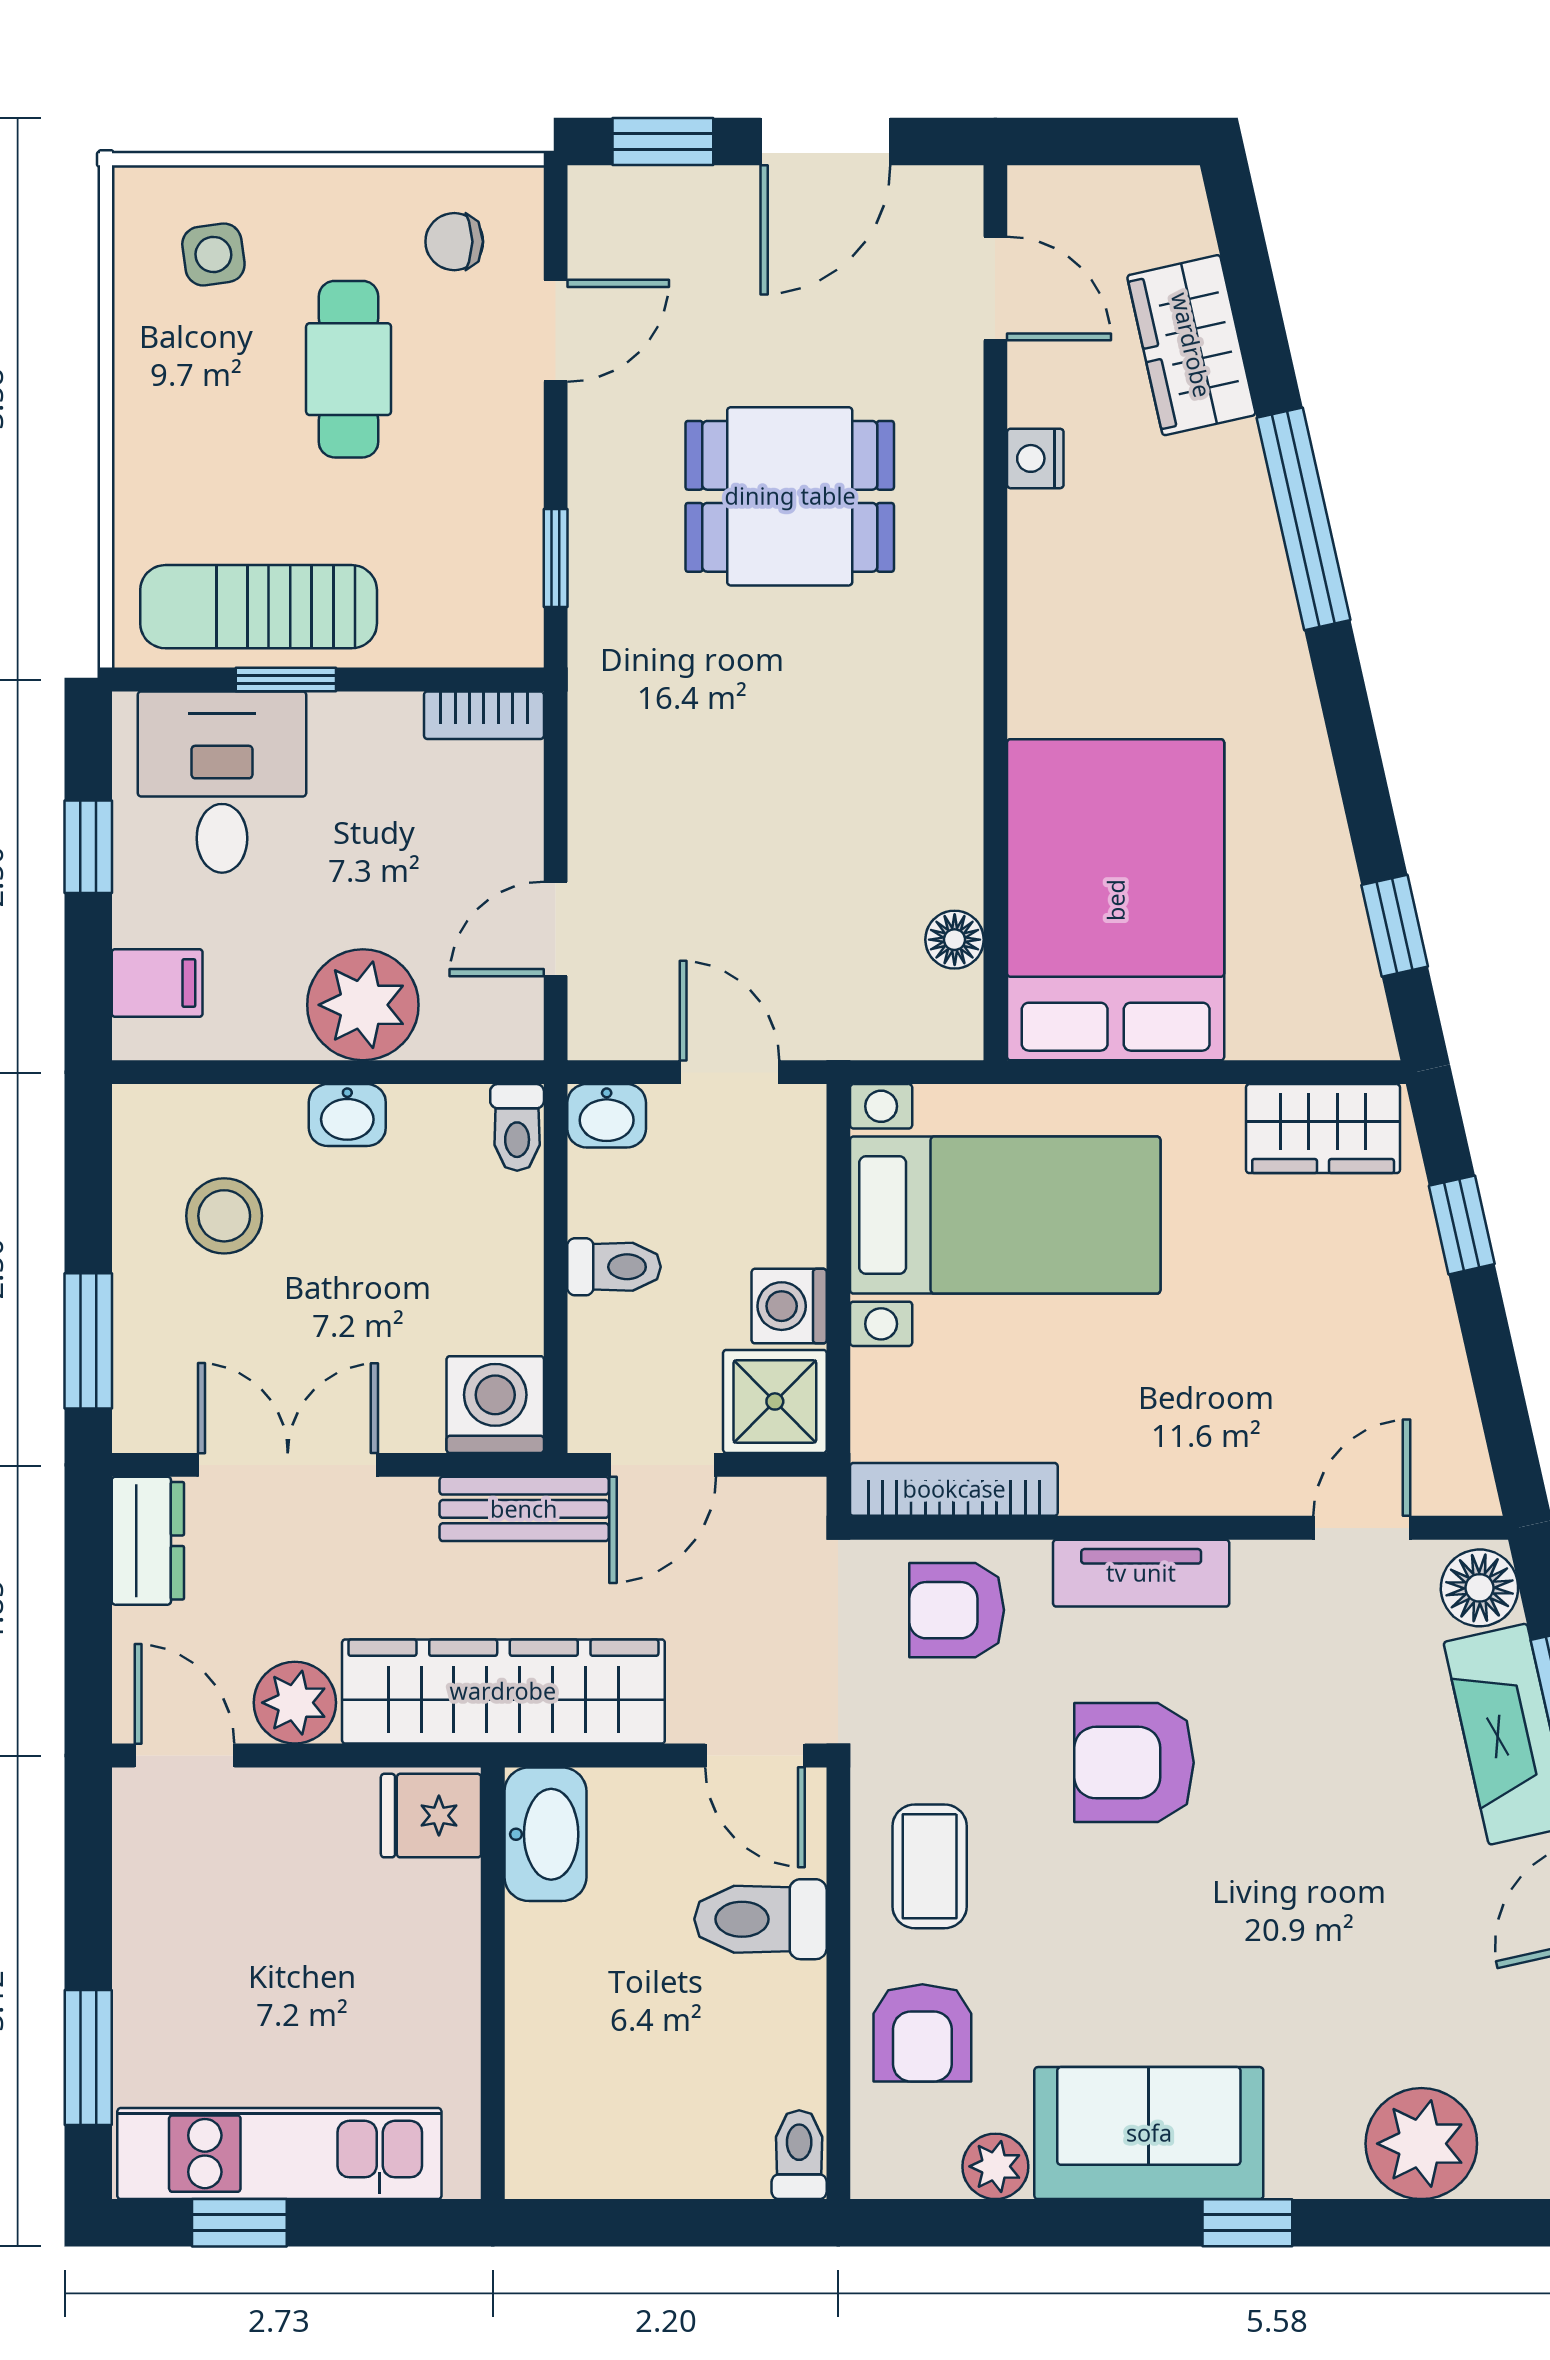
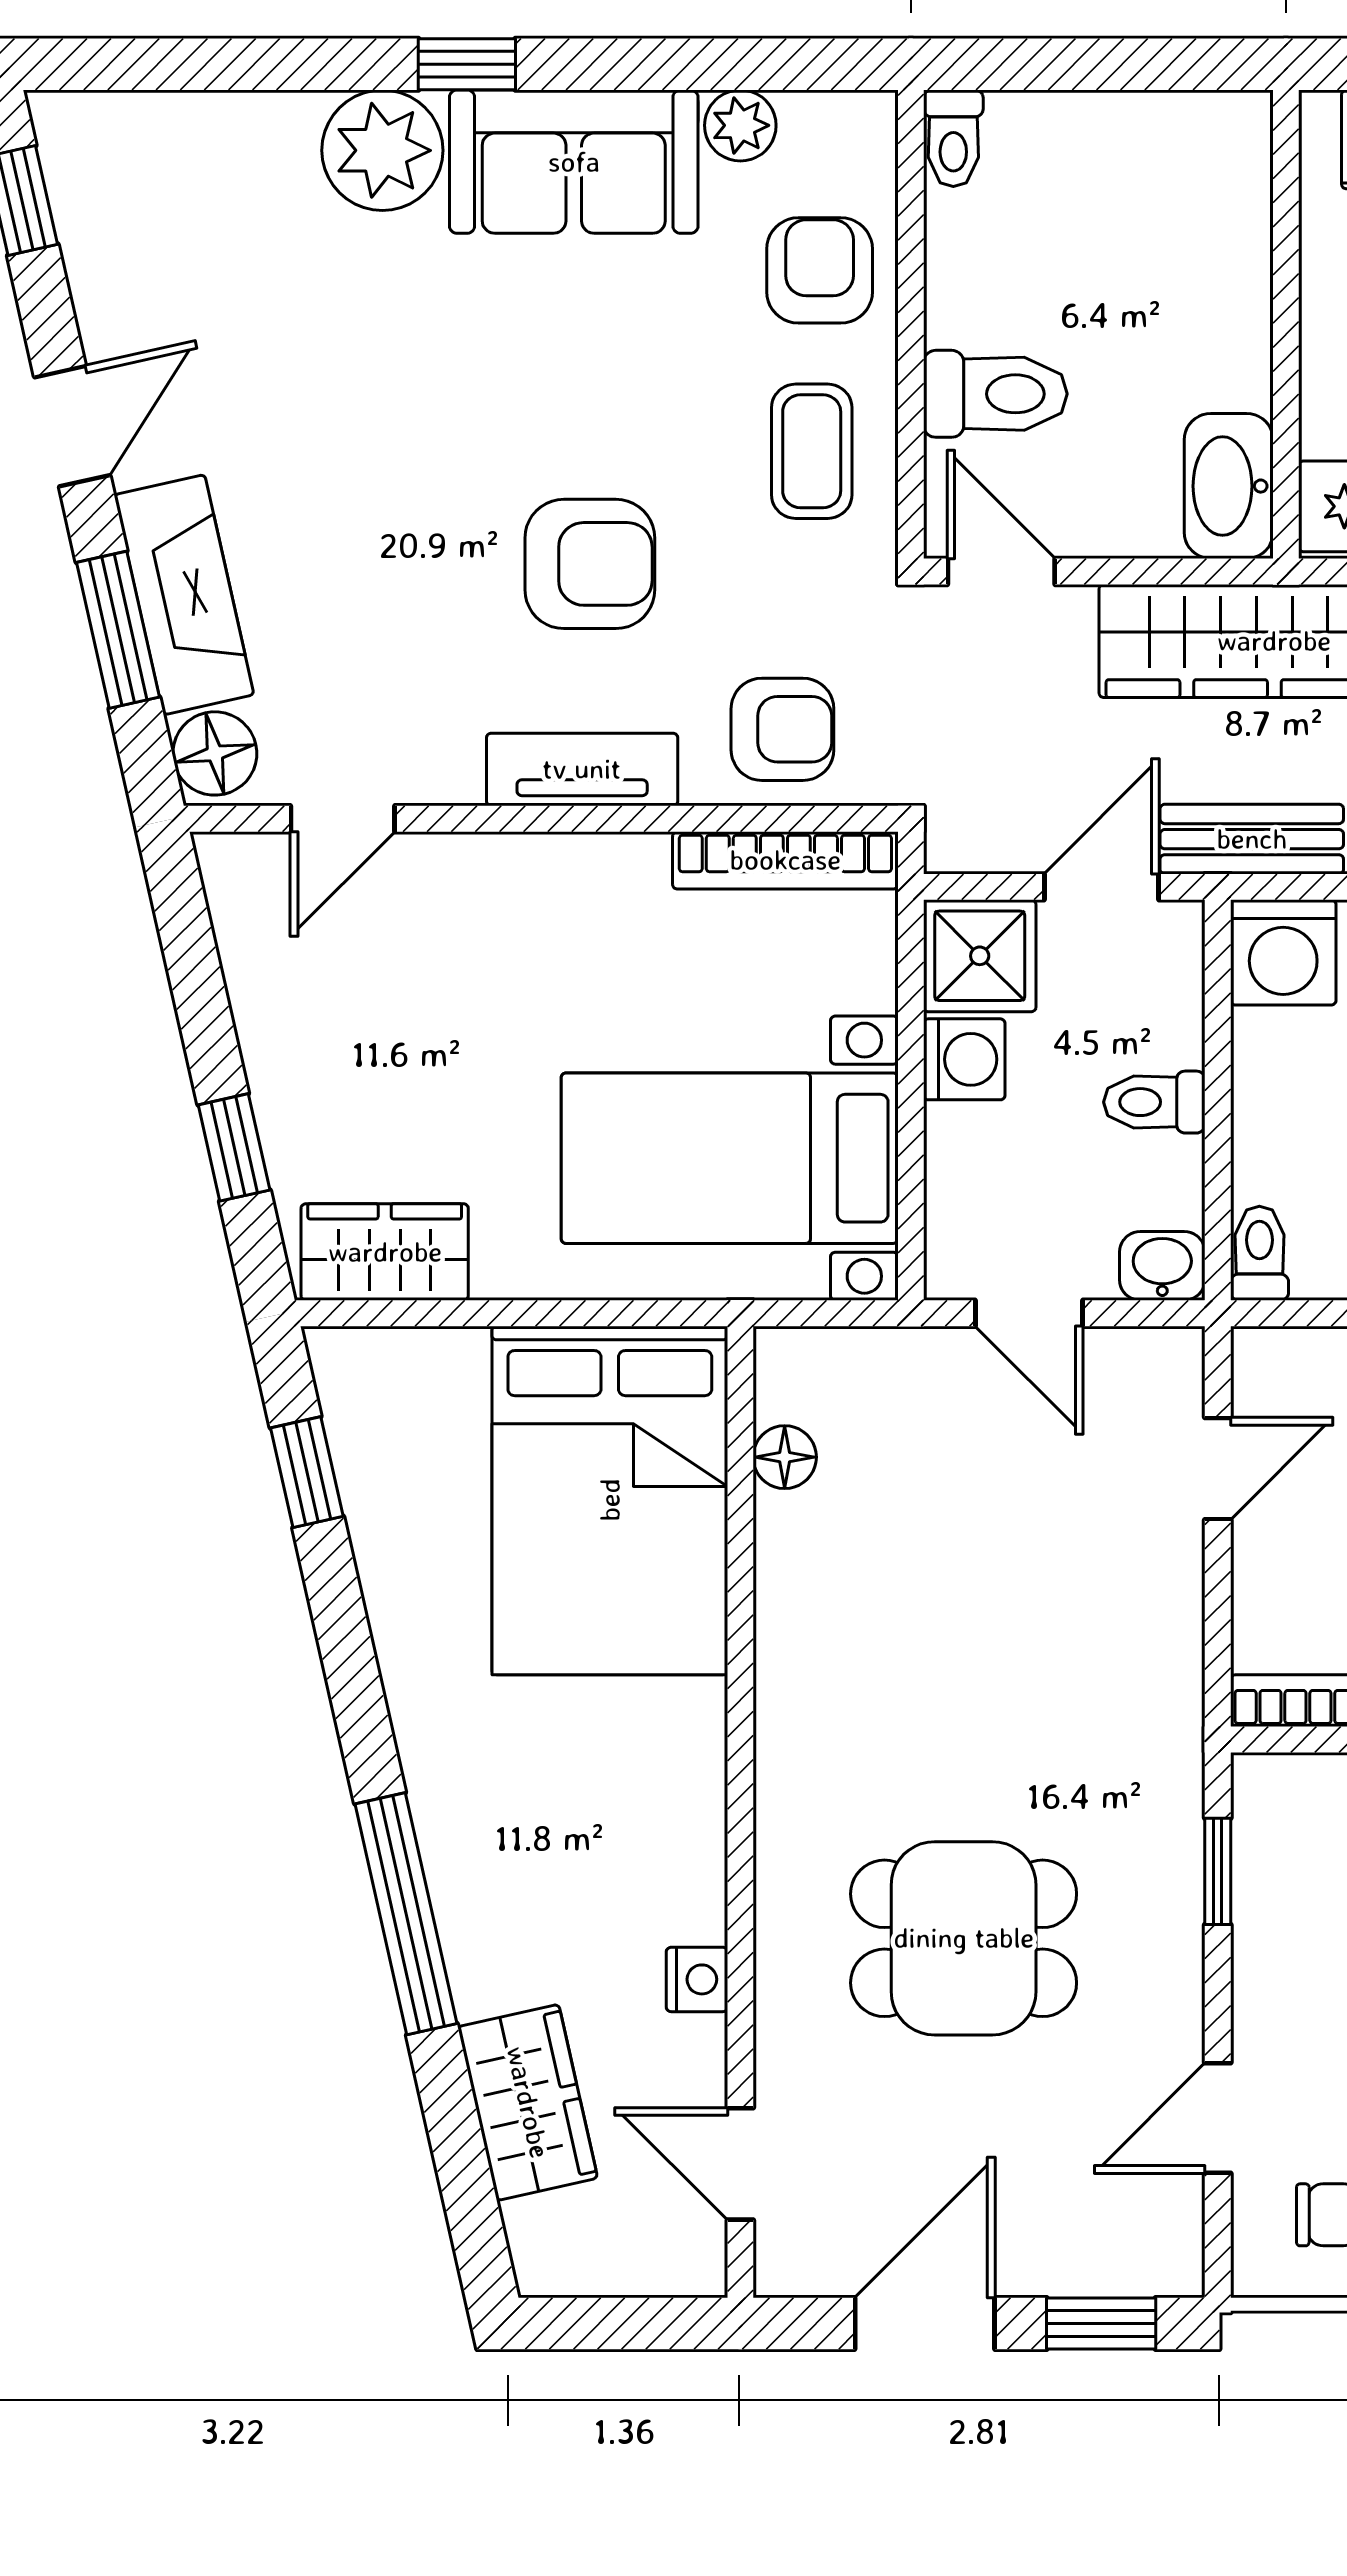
plant: (1421, 2144) -> (382, 150), moved

